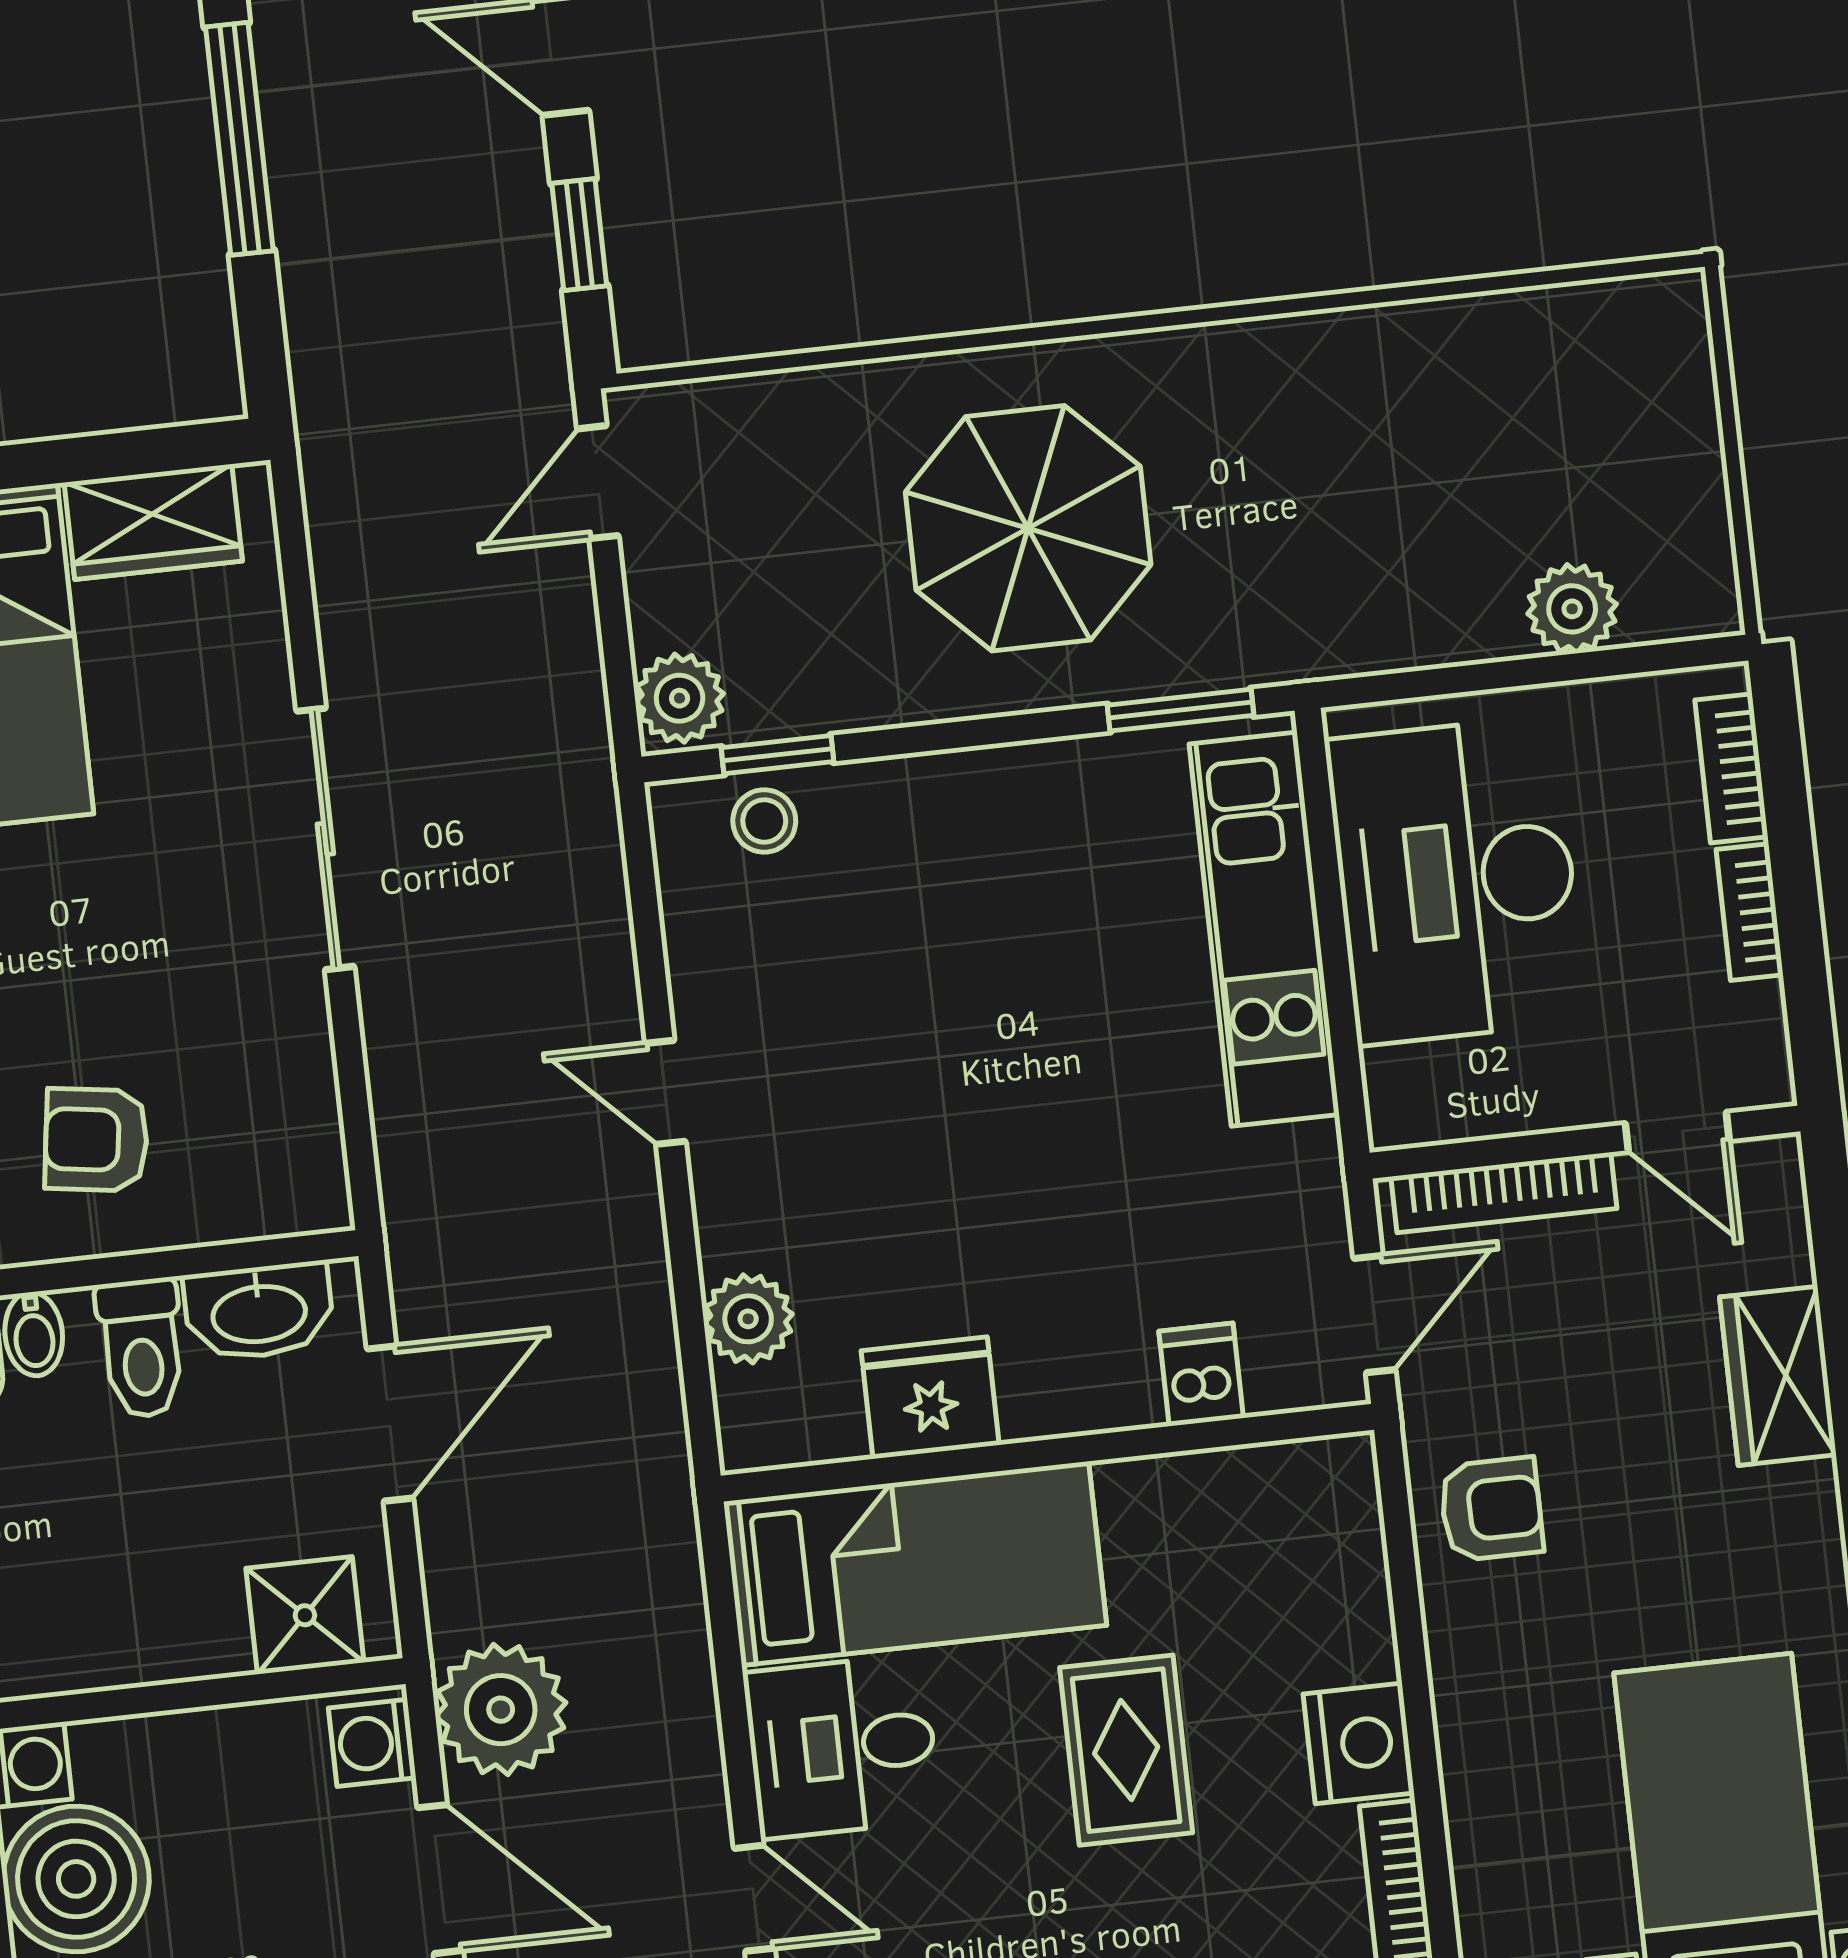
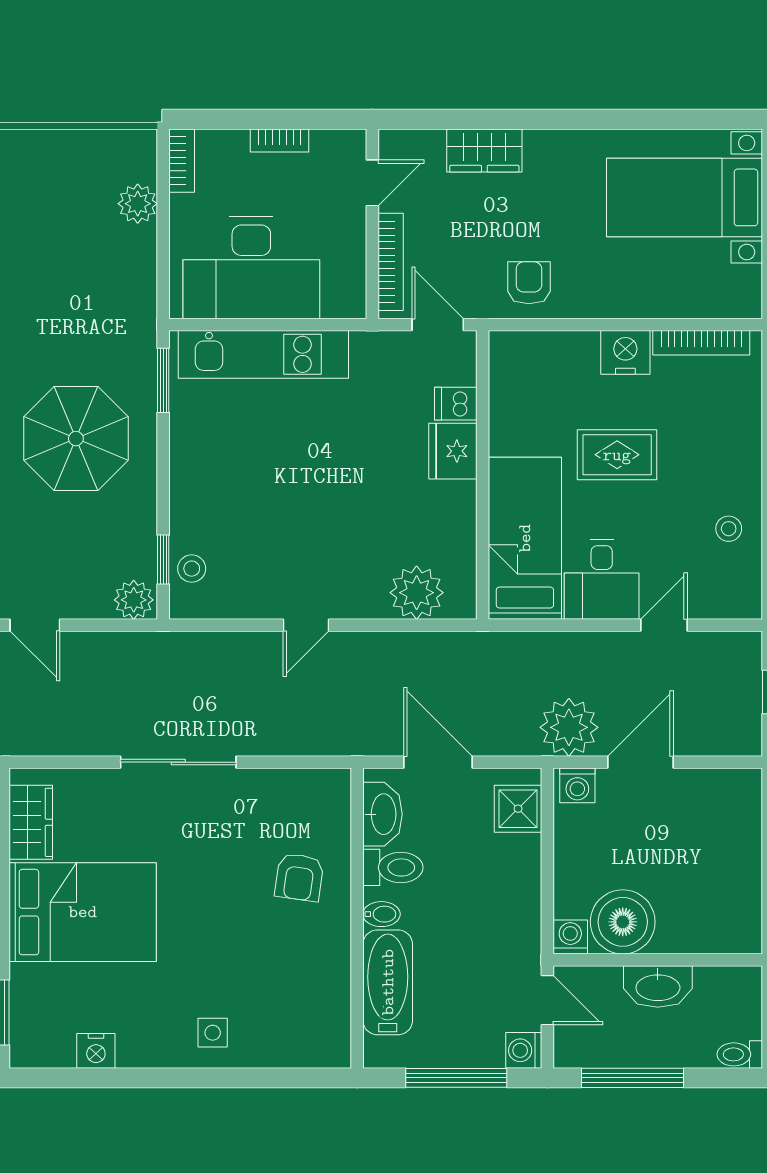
bookcase: (1731, 768) -> (182, 161), moved, turned -90
plant: (748, 1319) -> (417, 593), width x1.36, depth x1.36
fridge: (930, 1398) -> (453, 451), moved

